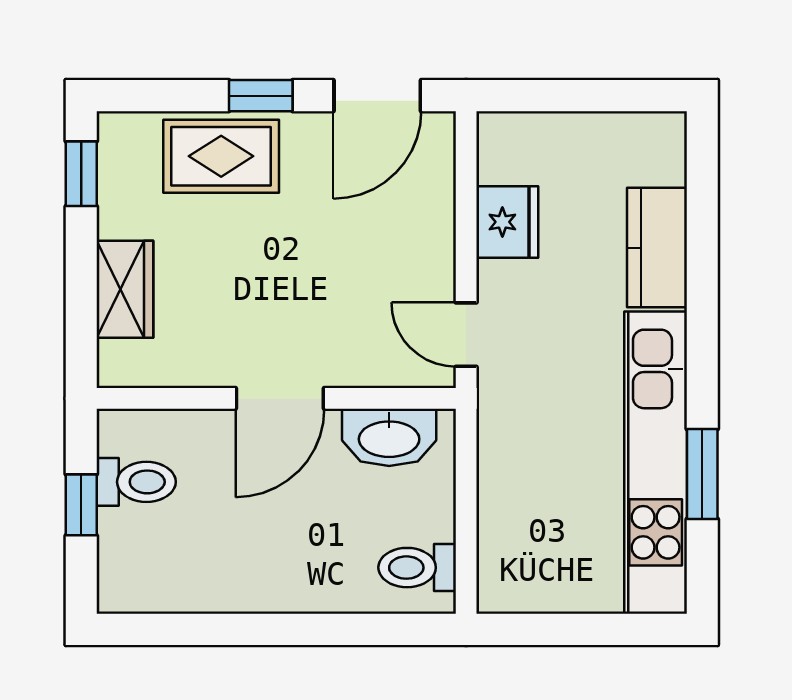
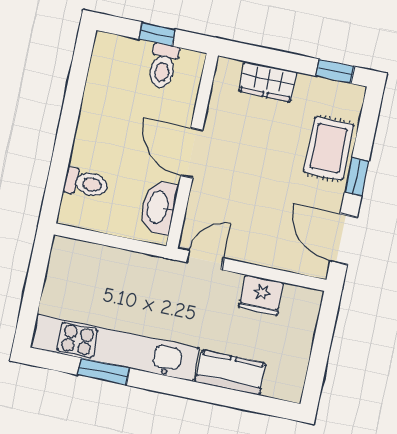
toilet: (417, 568) -> (86, 183), moved, turned 90

